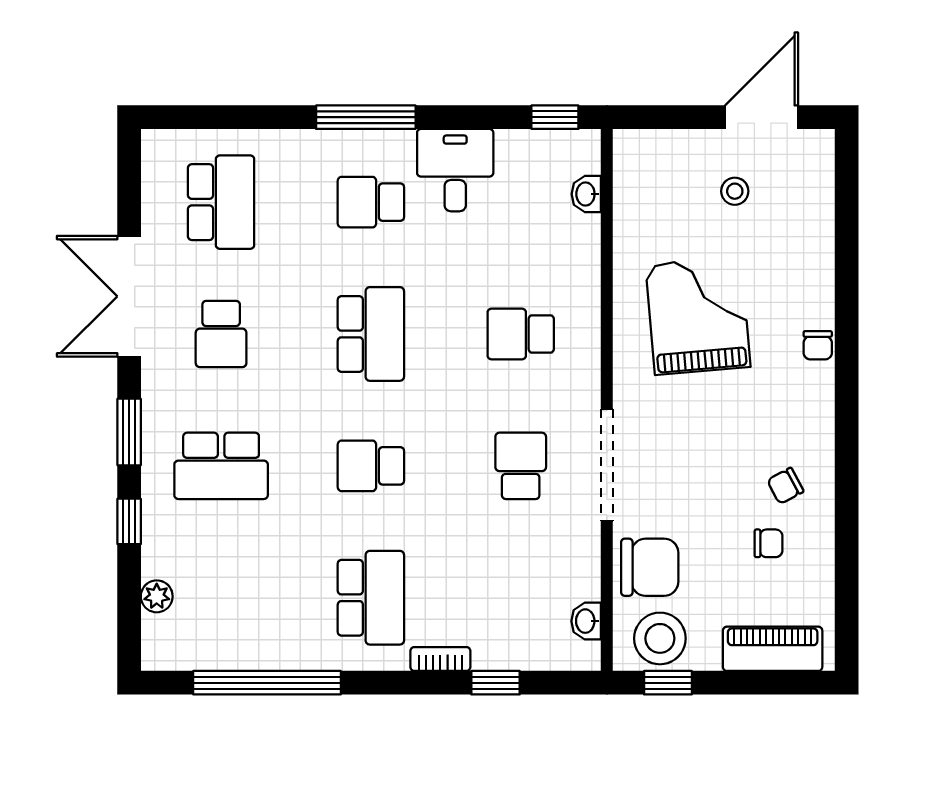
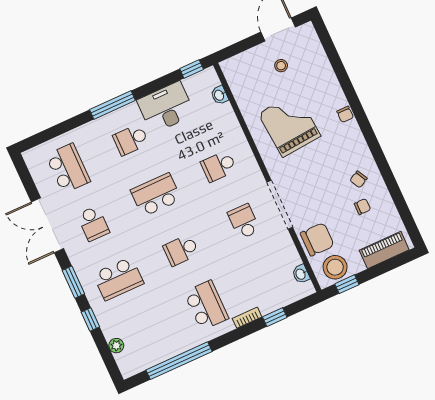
desk: (455, 170) -> (166, 107), width x1.37
school desk: (371, 334) -> (156, 195), turned -90

